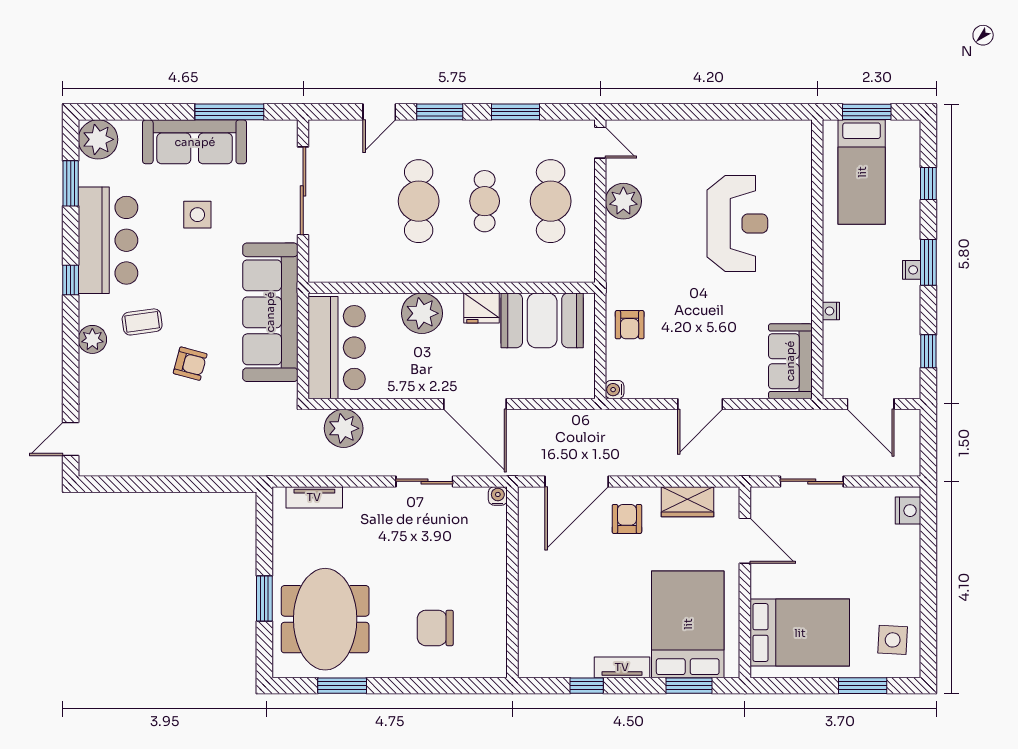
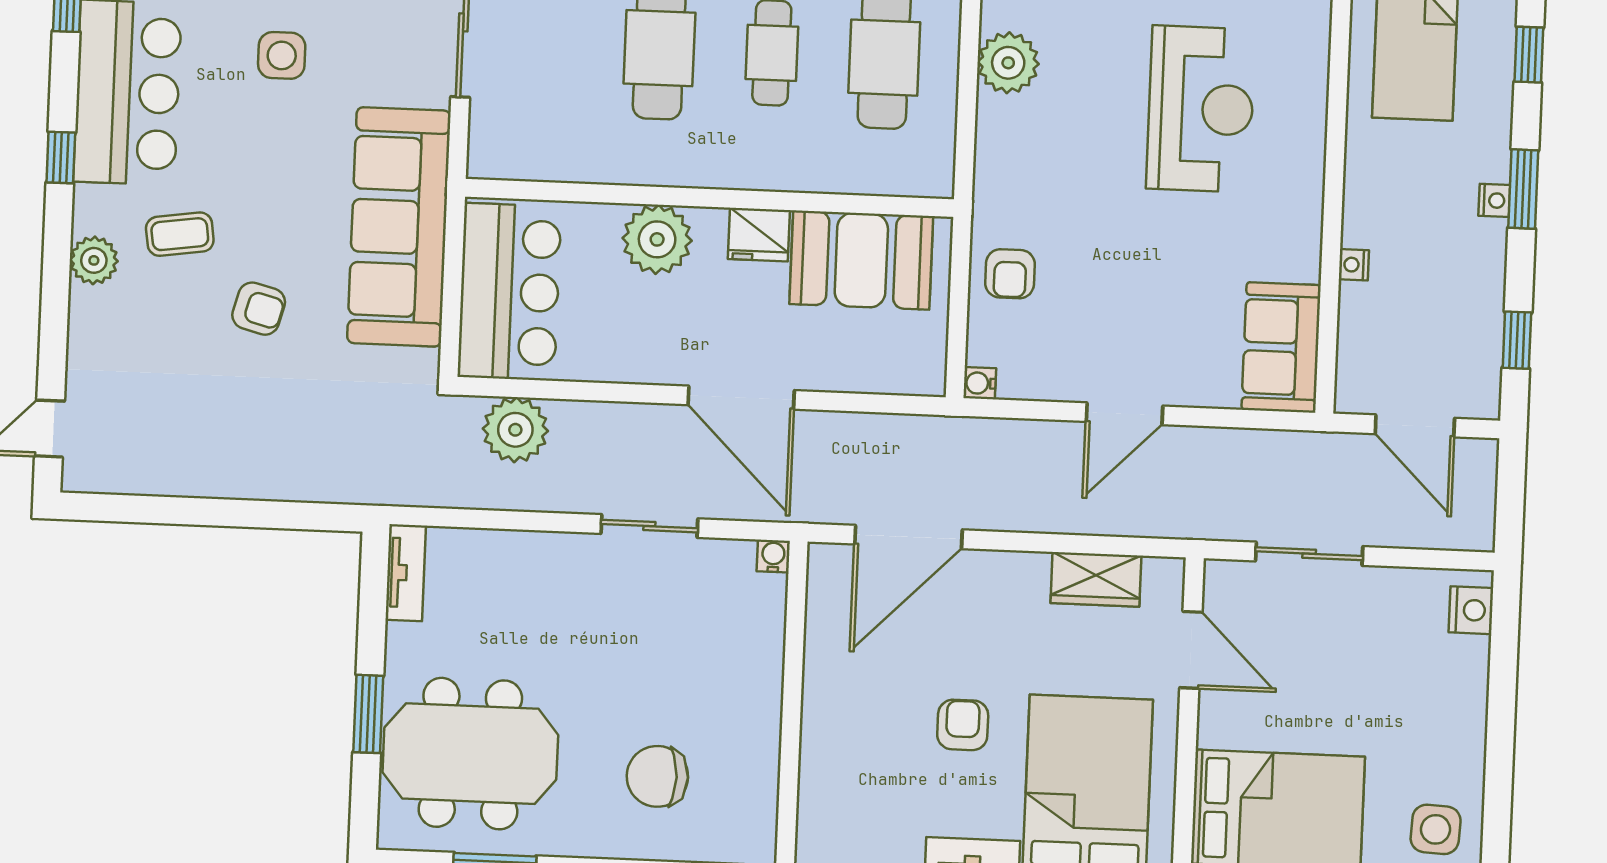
tv unit: (314, 497) -> (406, 573), moved, turned -90
armchair: (627, 519) -> (963, 725), moved
meeting table: (325, 619) -> (470, 754), turned 90

